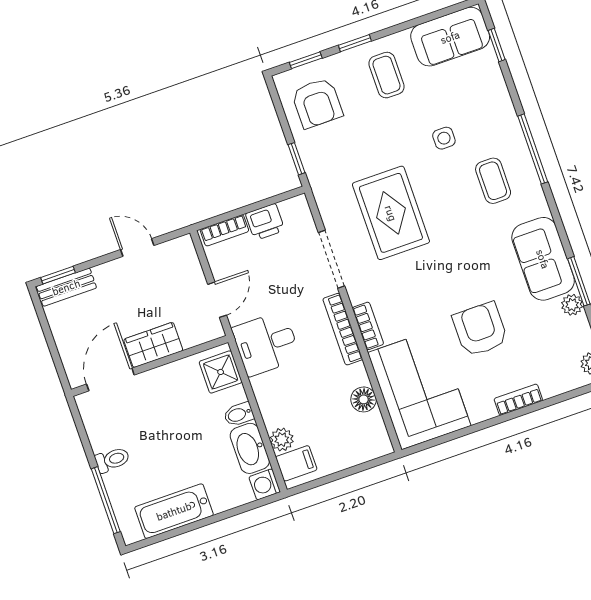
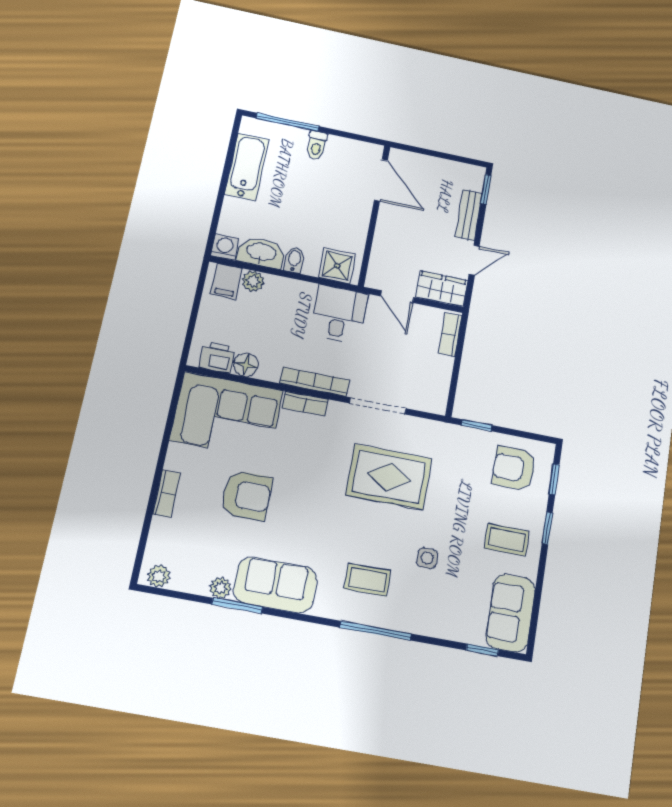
printer: (265, 222) -> (217, 357), moved, turned 90
bench: (66, 287) -> (469, 215), moved
wardrobe: (153, 345) -> (442, 289), moved, turned -90

